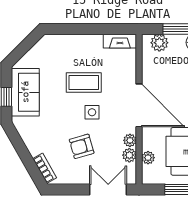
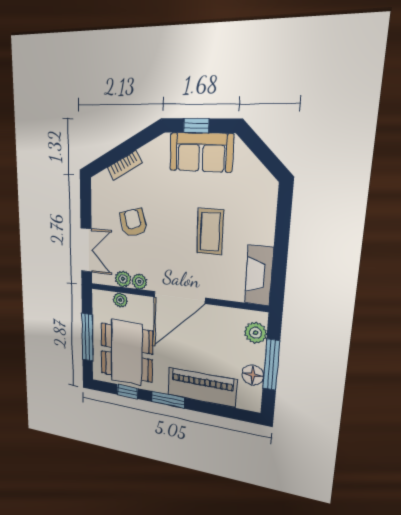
fireplace: (120, 41) -> (259, 275), width x1.37, depth x1.32
side table: (92, 112) -> (173, 239), removed
bookcase: (45, 168) -> (125, 165), moved

